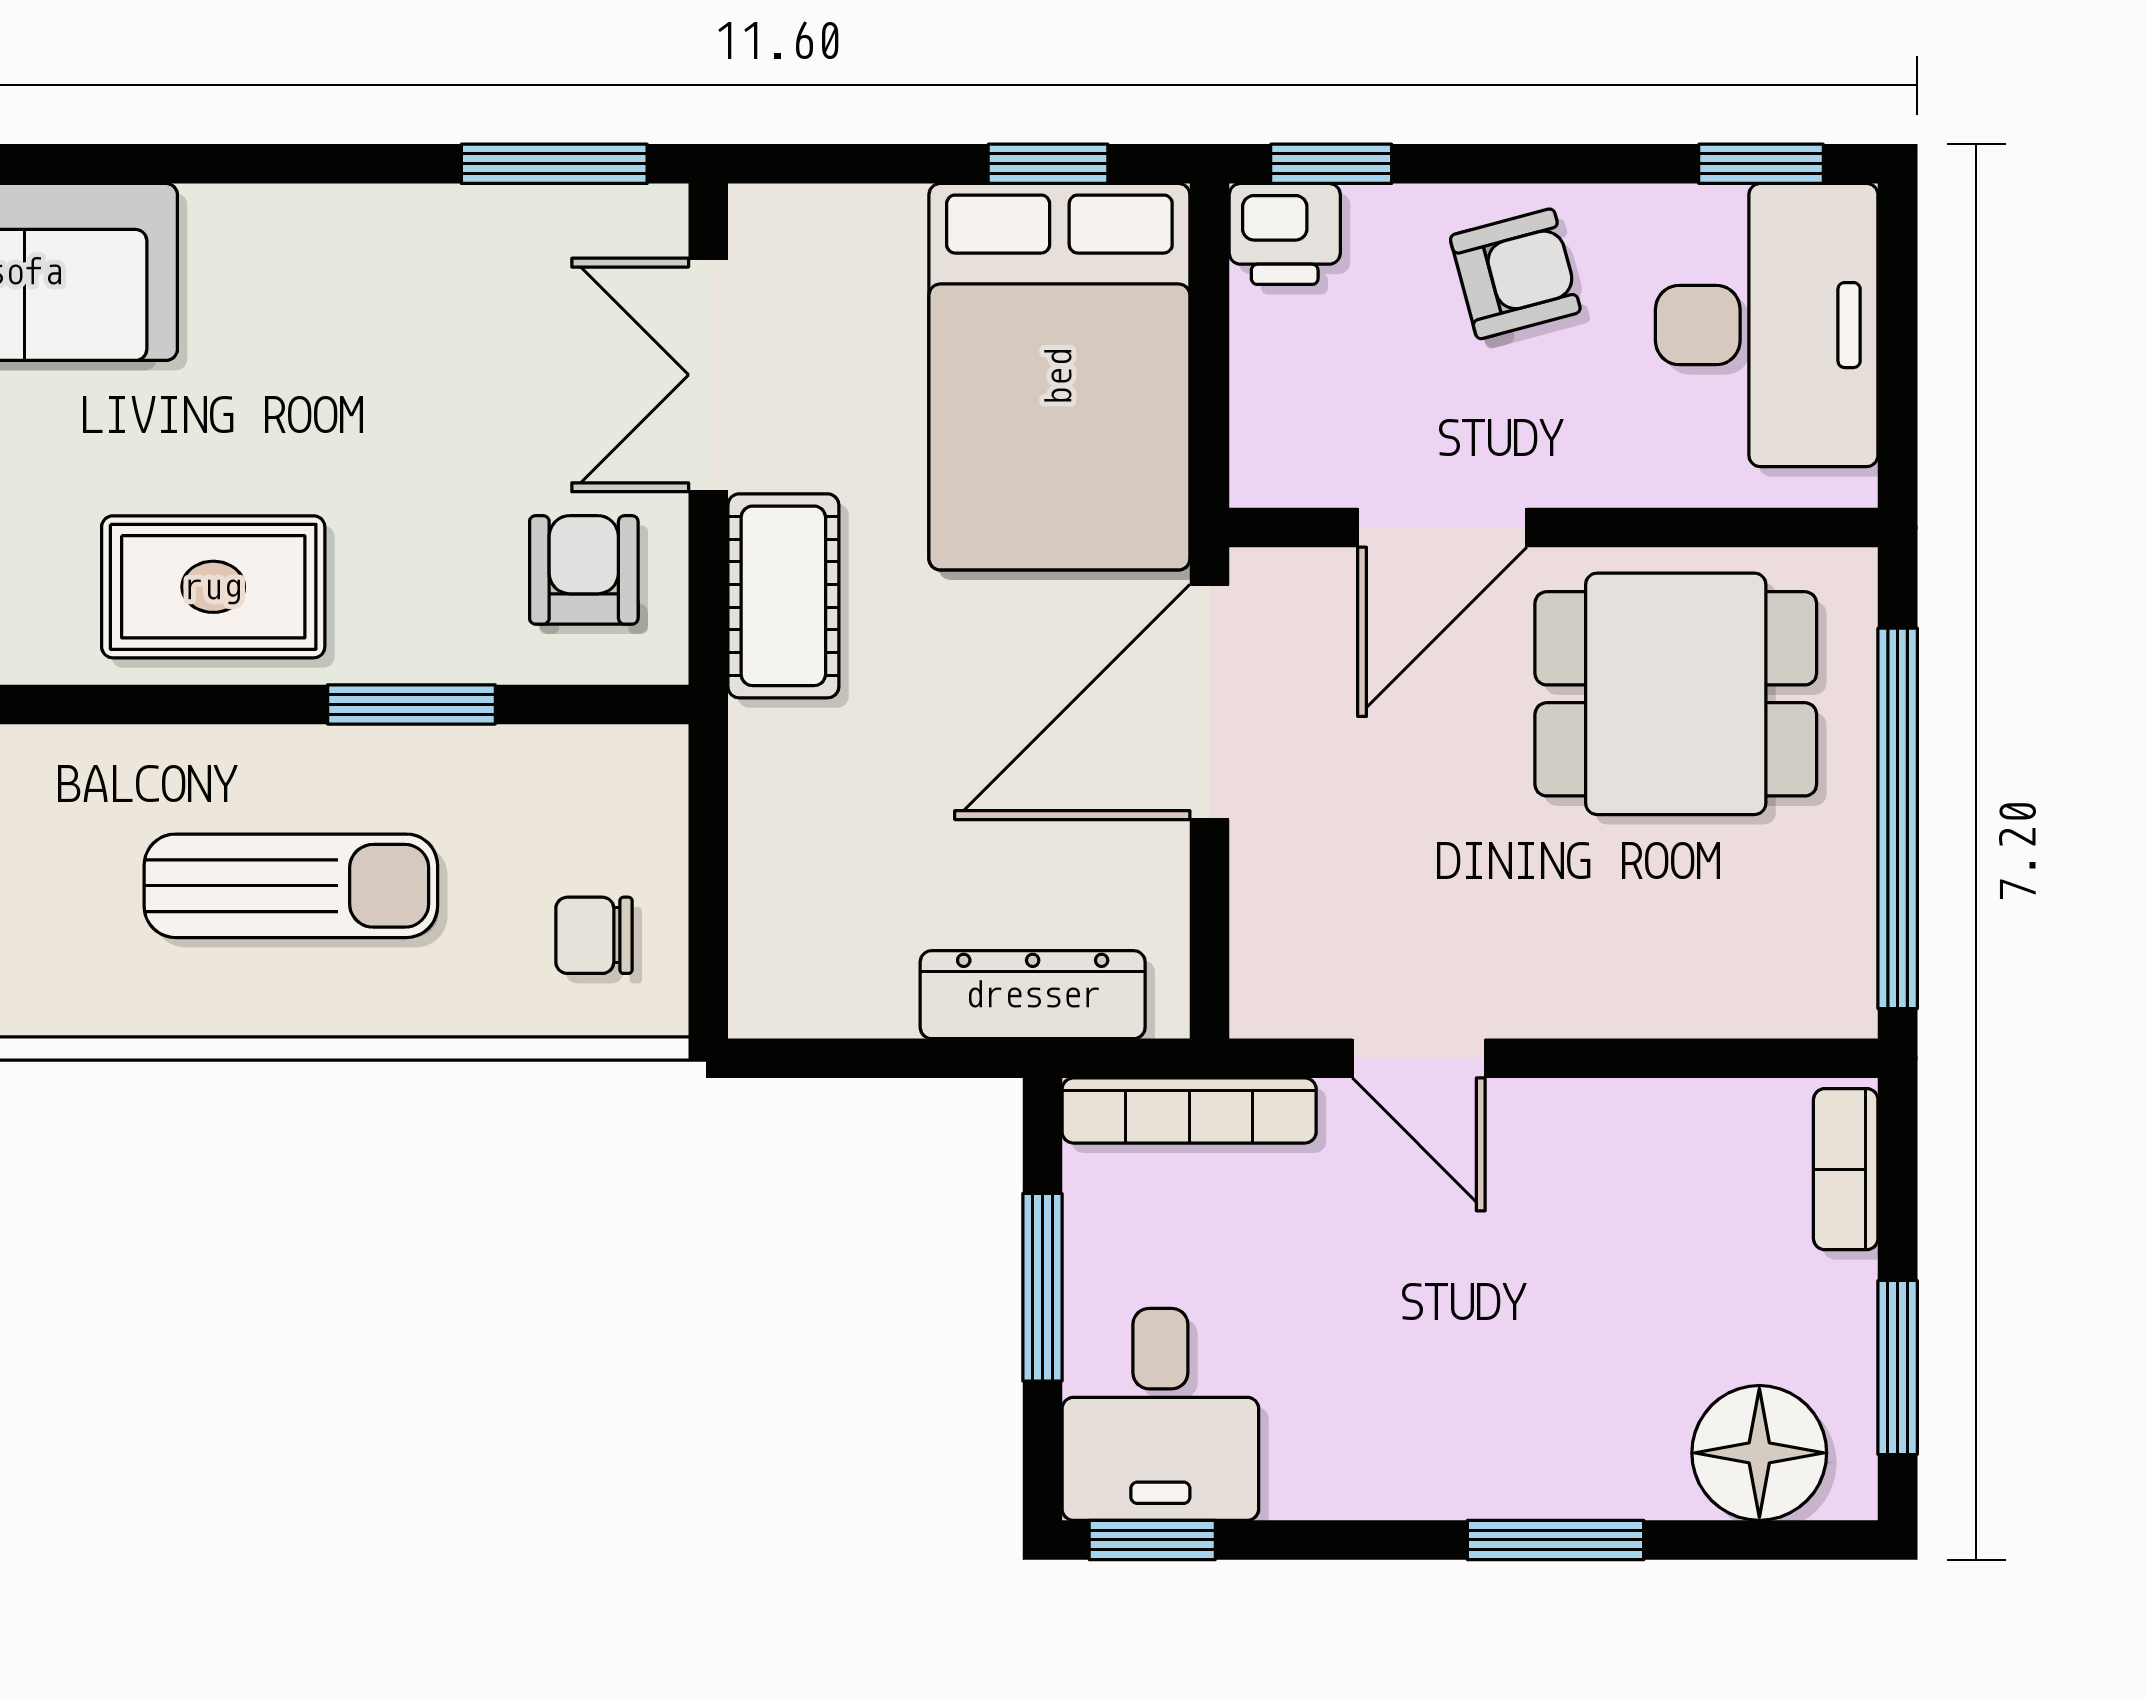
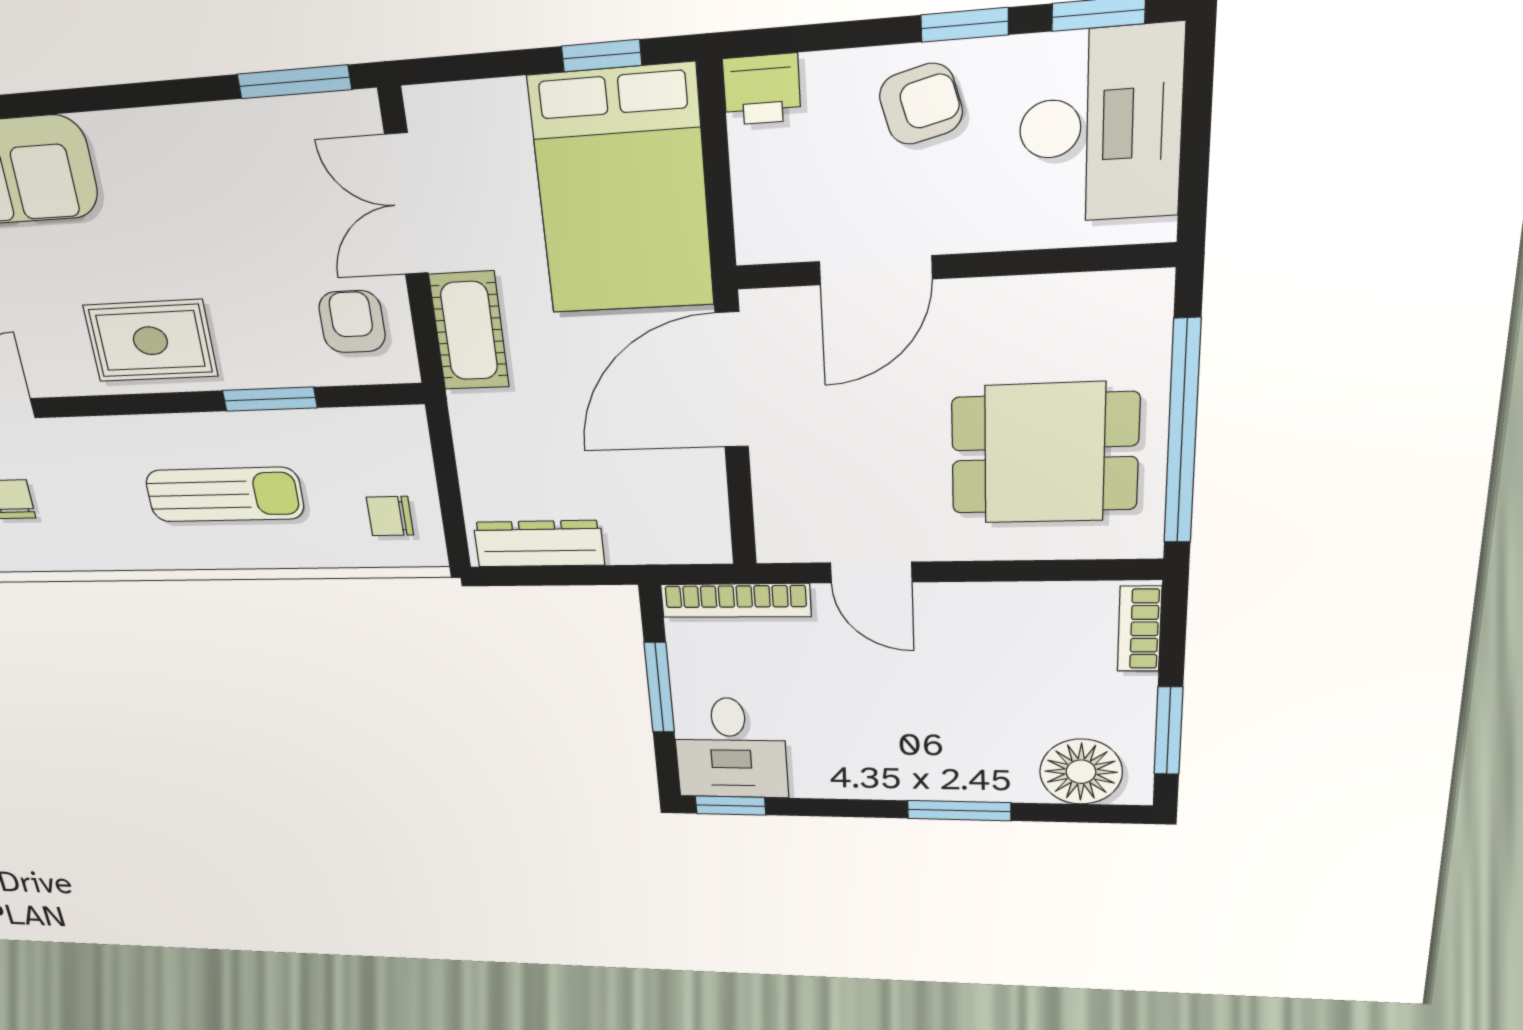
window: (1331, 164) -> (965, 25), moved
dining table: (1676, 694) -> (1044, 453), moved
dresser: (1033, 995) -> (539, 544), moved

